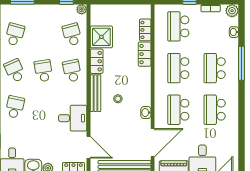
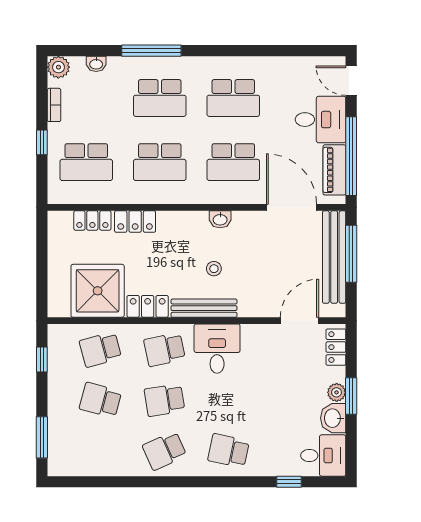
plant: (82, 9) -> (56, 333), removed
school desk: (15, 34) -> (100, 400), moved
shower: (101, 37) -> (98, 291), width x1.37, depth x1.37
washbasin: (146, 113) -> (220, 219), moved
desk: (73, 118) -> (217, 349), moved

